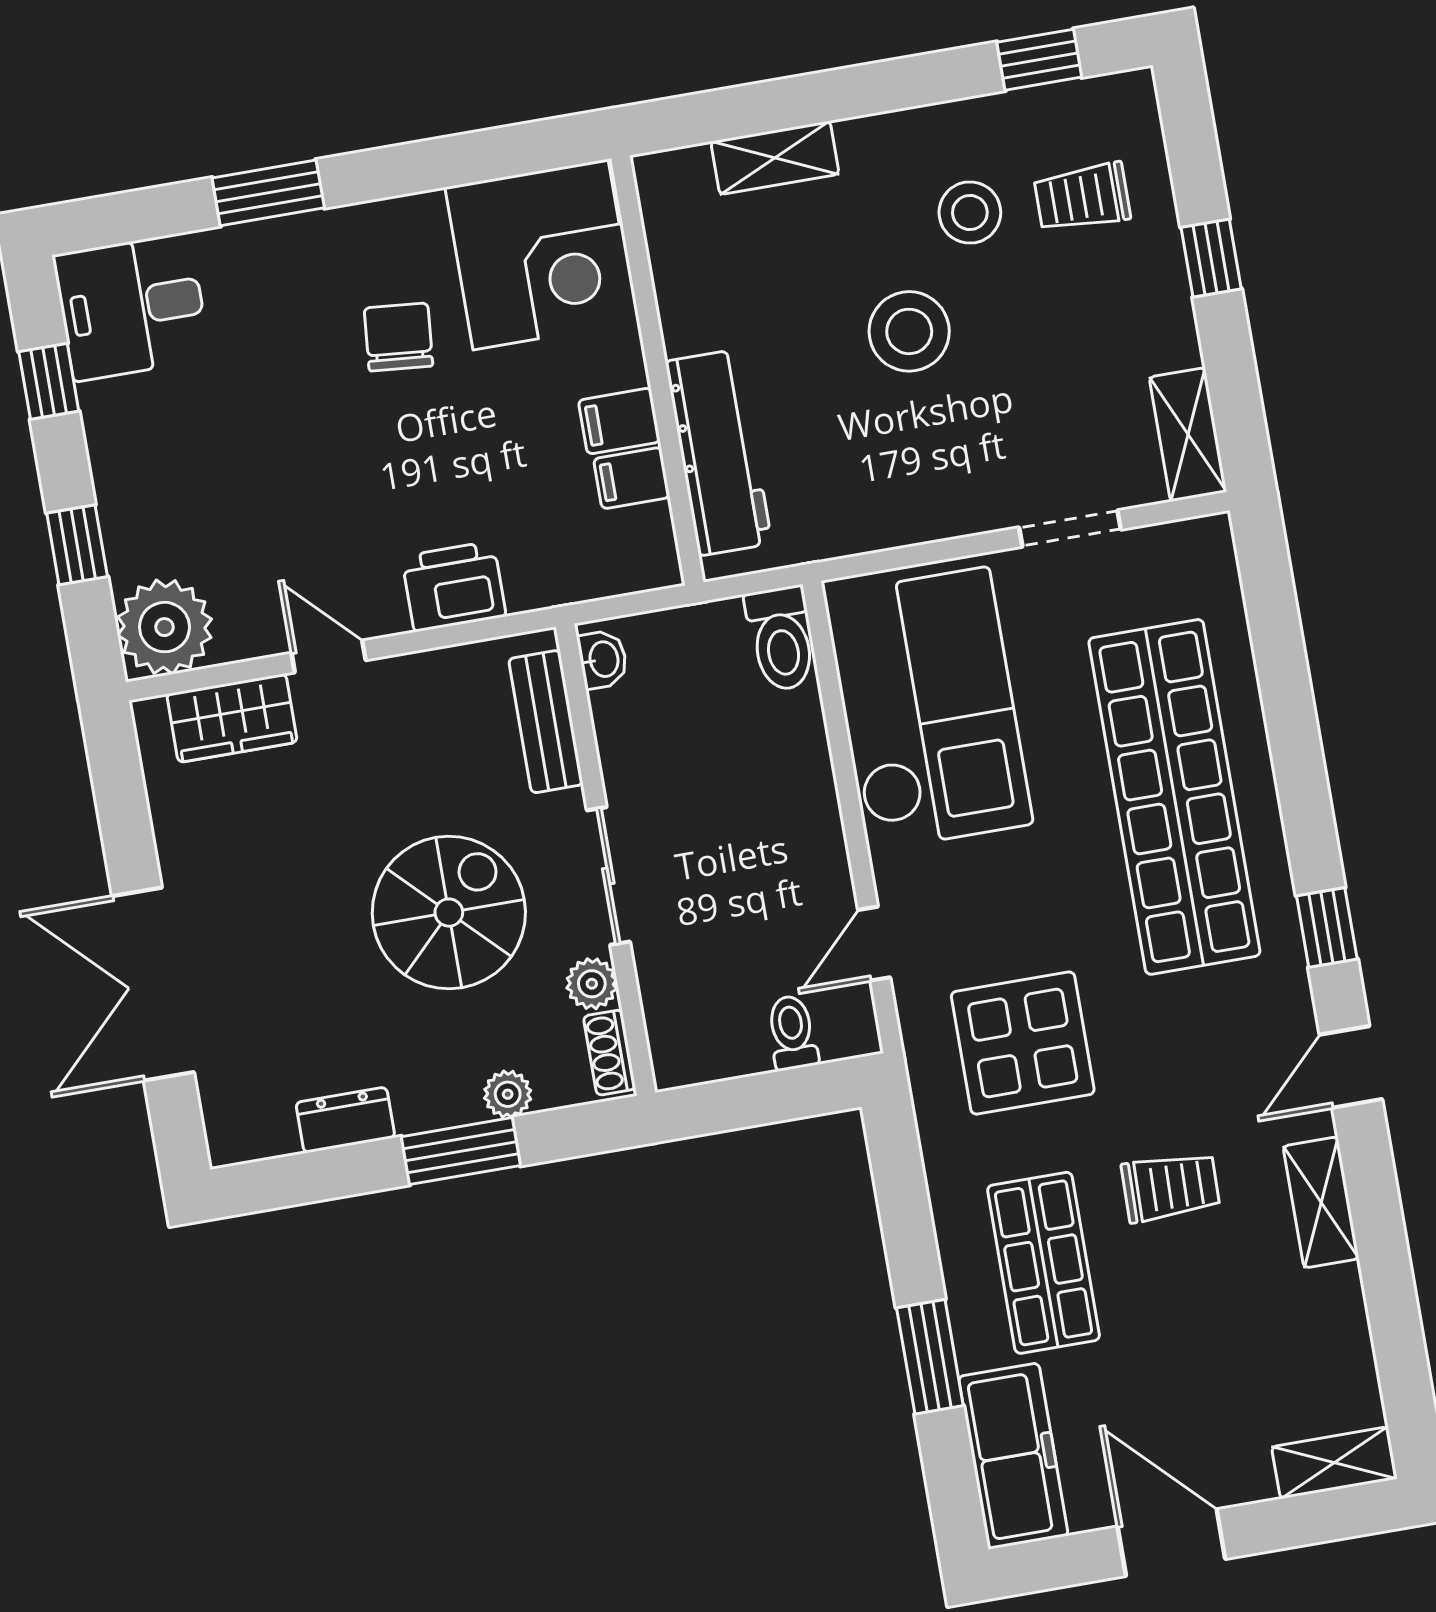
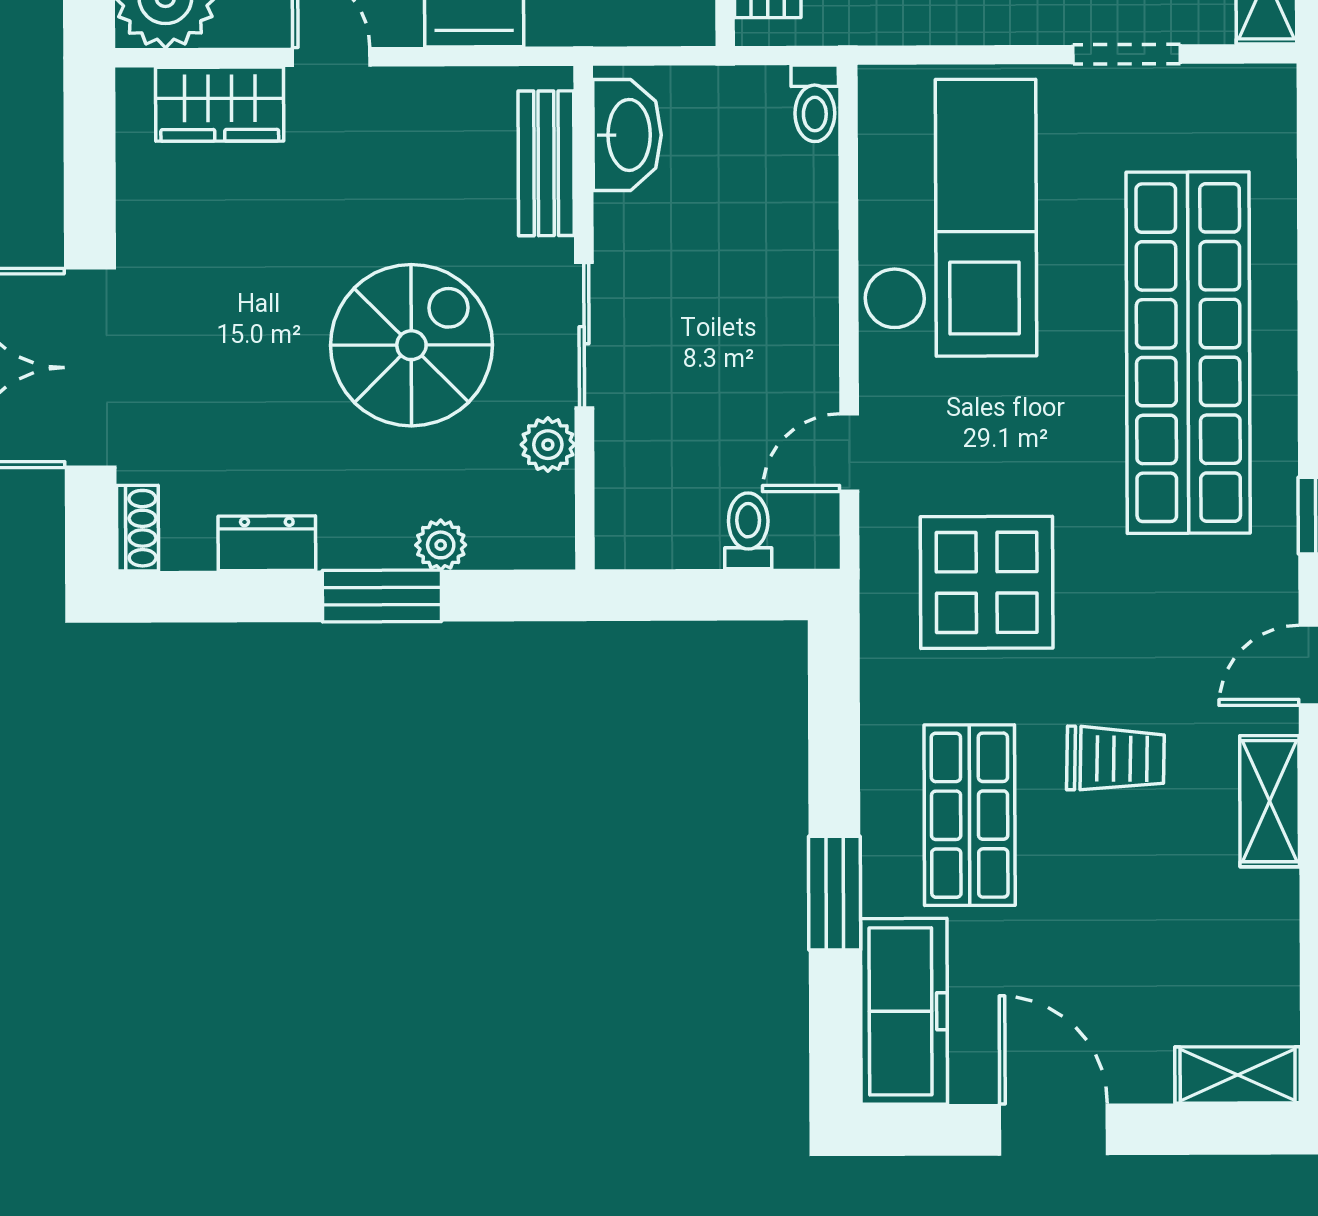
toilet: (781, 639) -> (815, 103), width x0.73, depth x0.72
washbasin: (603, 659) -> (627, 135), width x1.91, depth x1.45
shoe rack: (610, 1053) -> (137, 528), moved, turned 180

